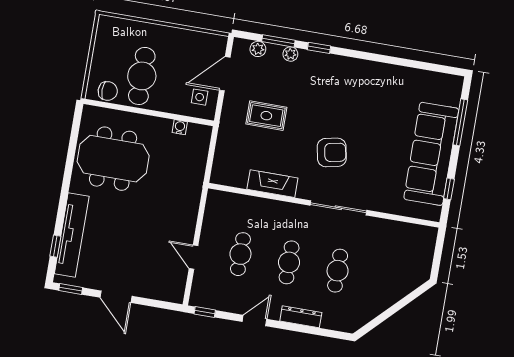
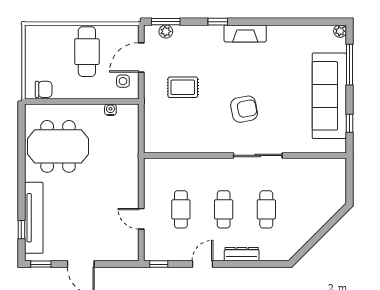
window: (278, 41) -> (166, 22), moved
plant: (290, 54) -> (340, 31), moved
cafe table: (142, 76) -> (87, 52), moved
fireplace: (272, 184) -> (245, 33), moved, turned 180

